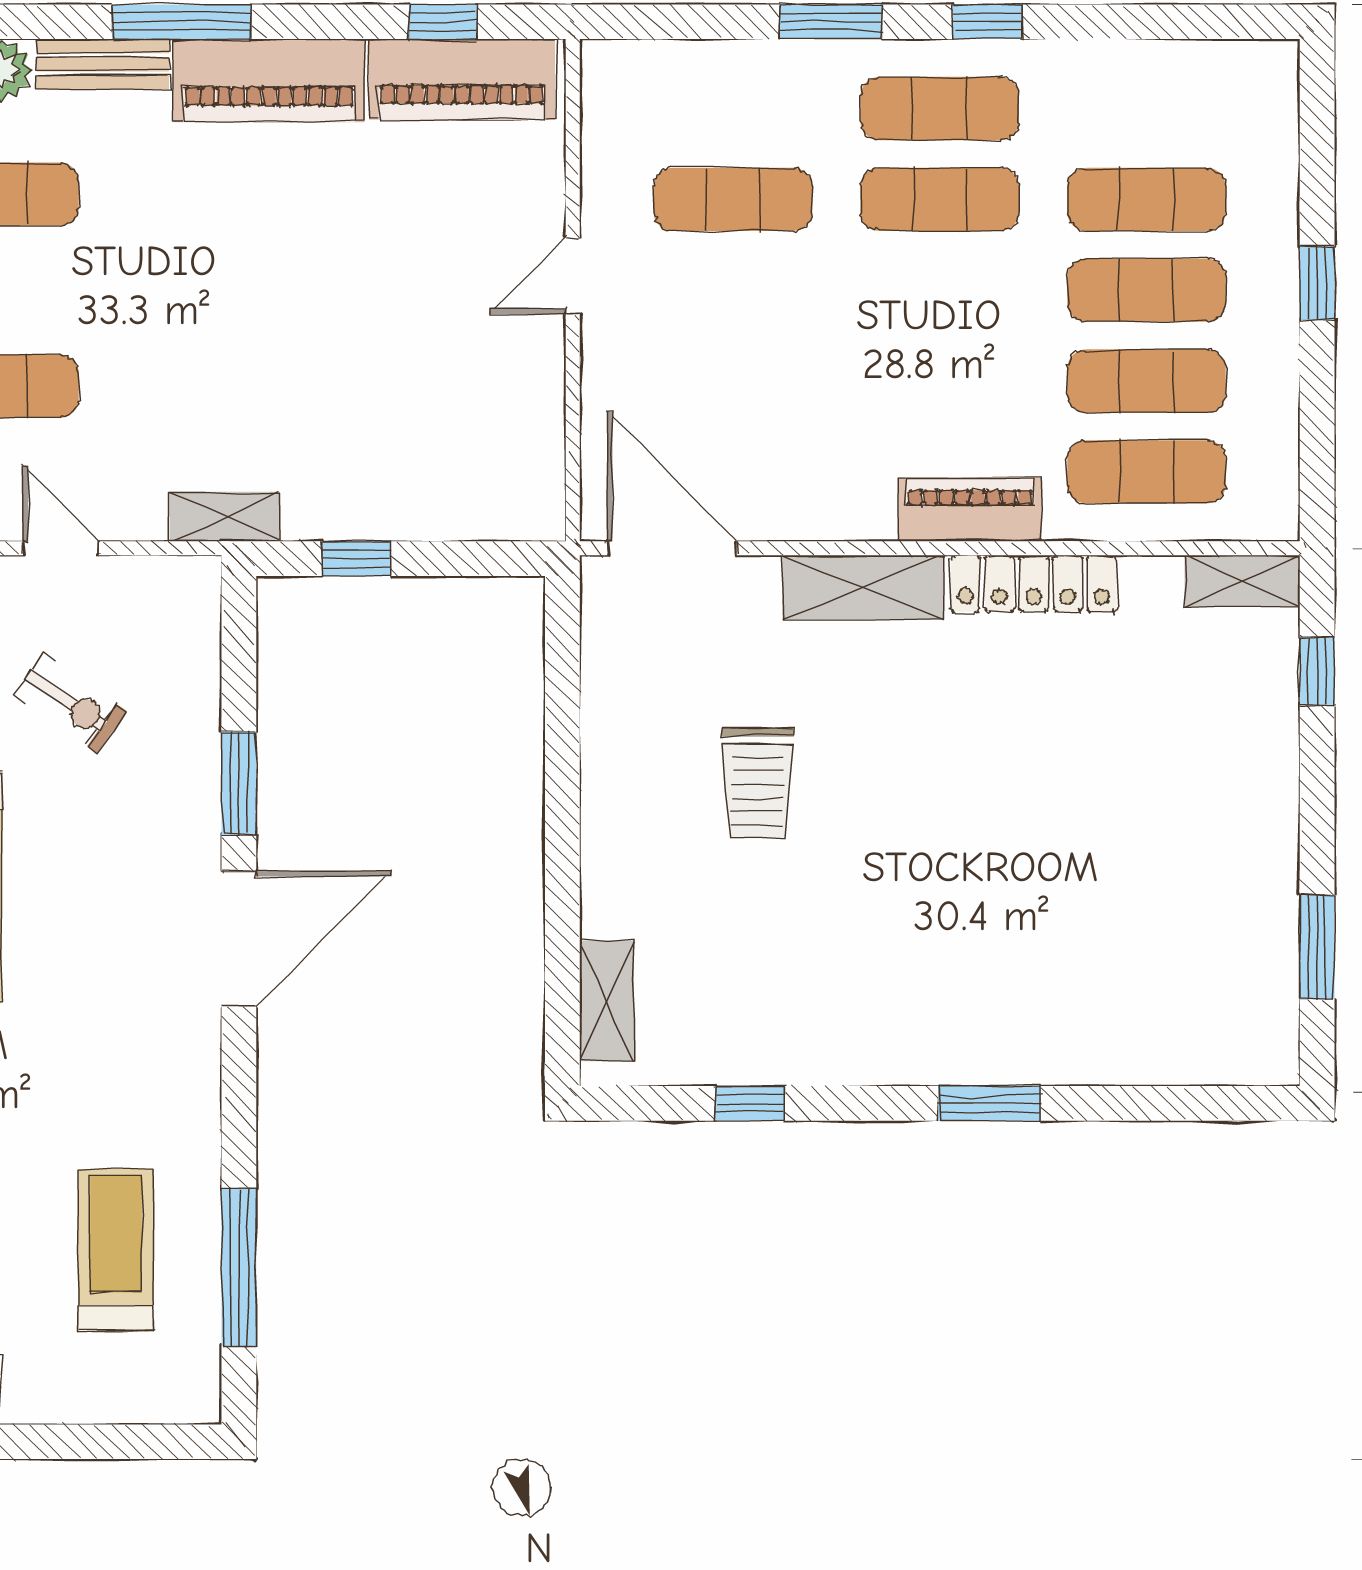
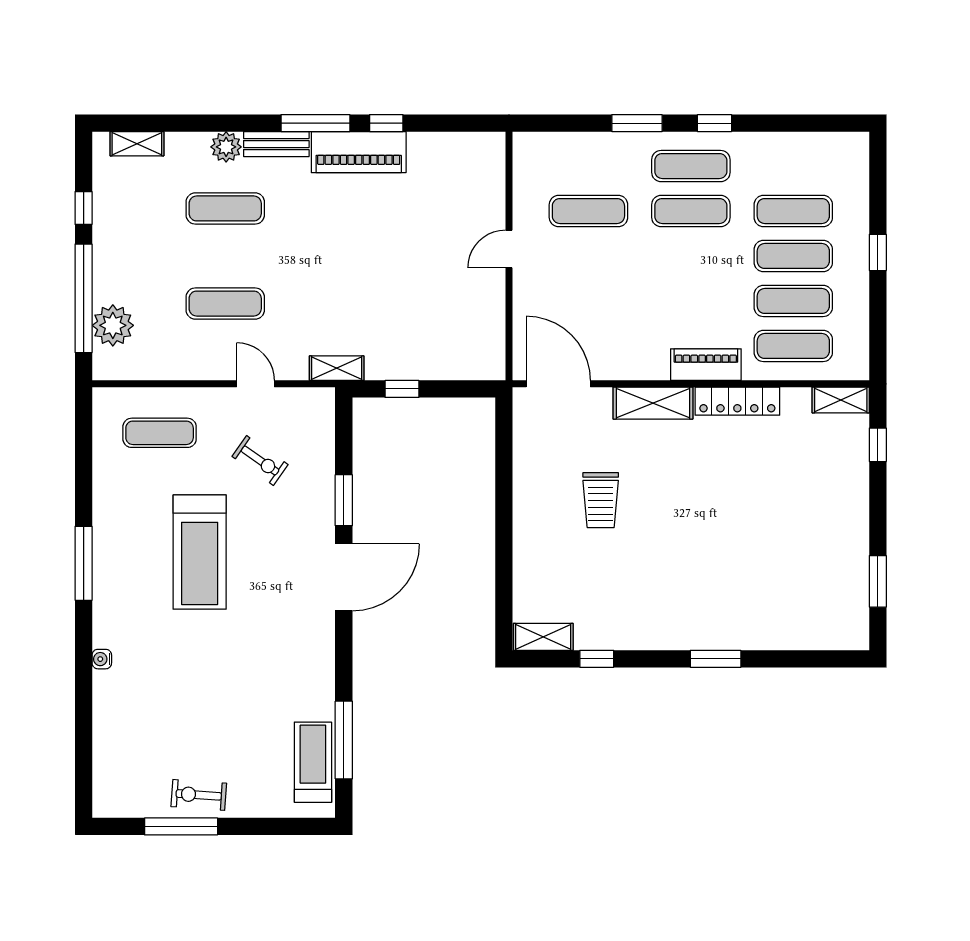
window: (443, 22) -> (386, 123), moved
piano: (462, 79) -> (454, 152), removed
shelving: (607, 1001) -> (543, 637), moved, turned 90
treadmill: (116, 1250) -> (313, 762), moved

